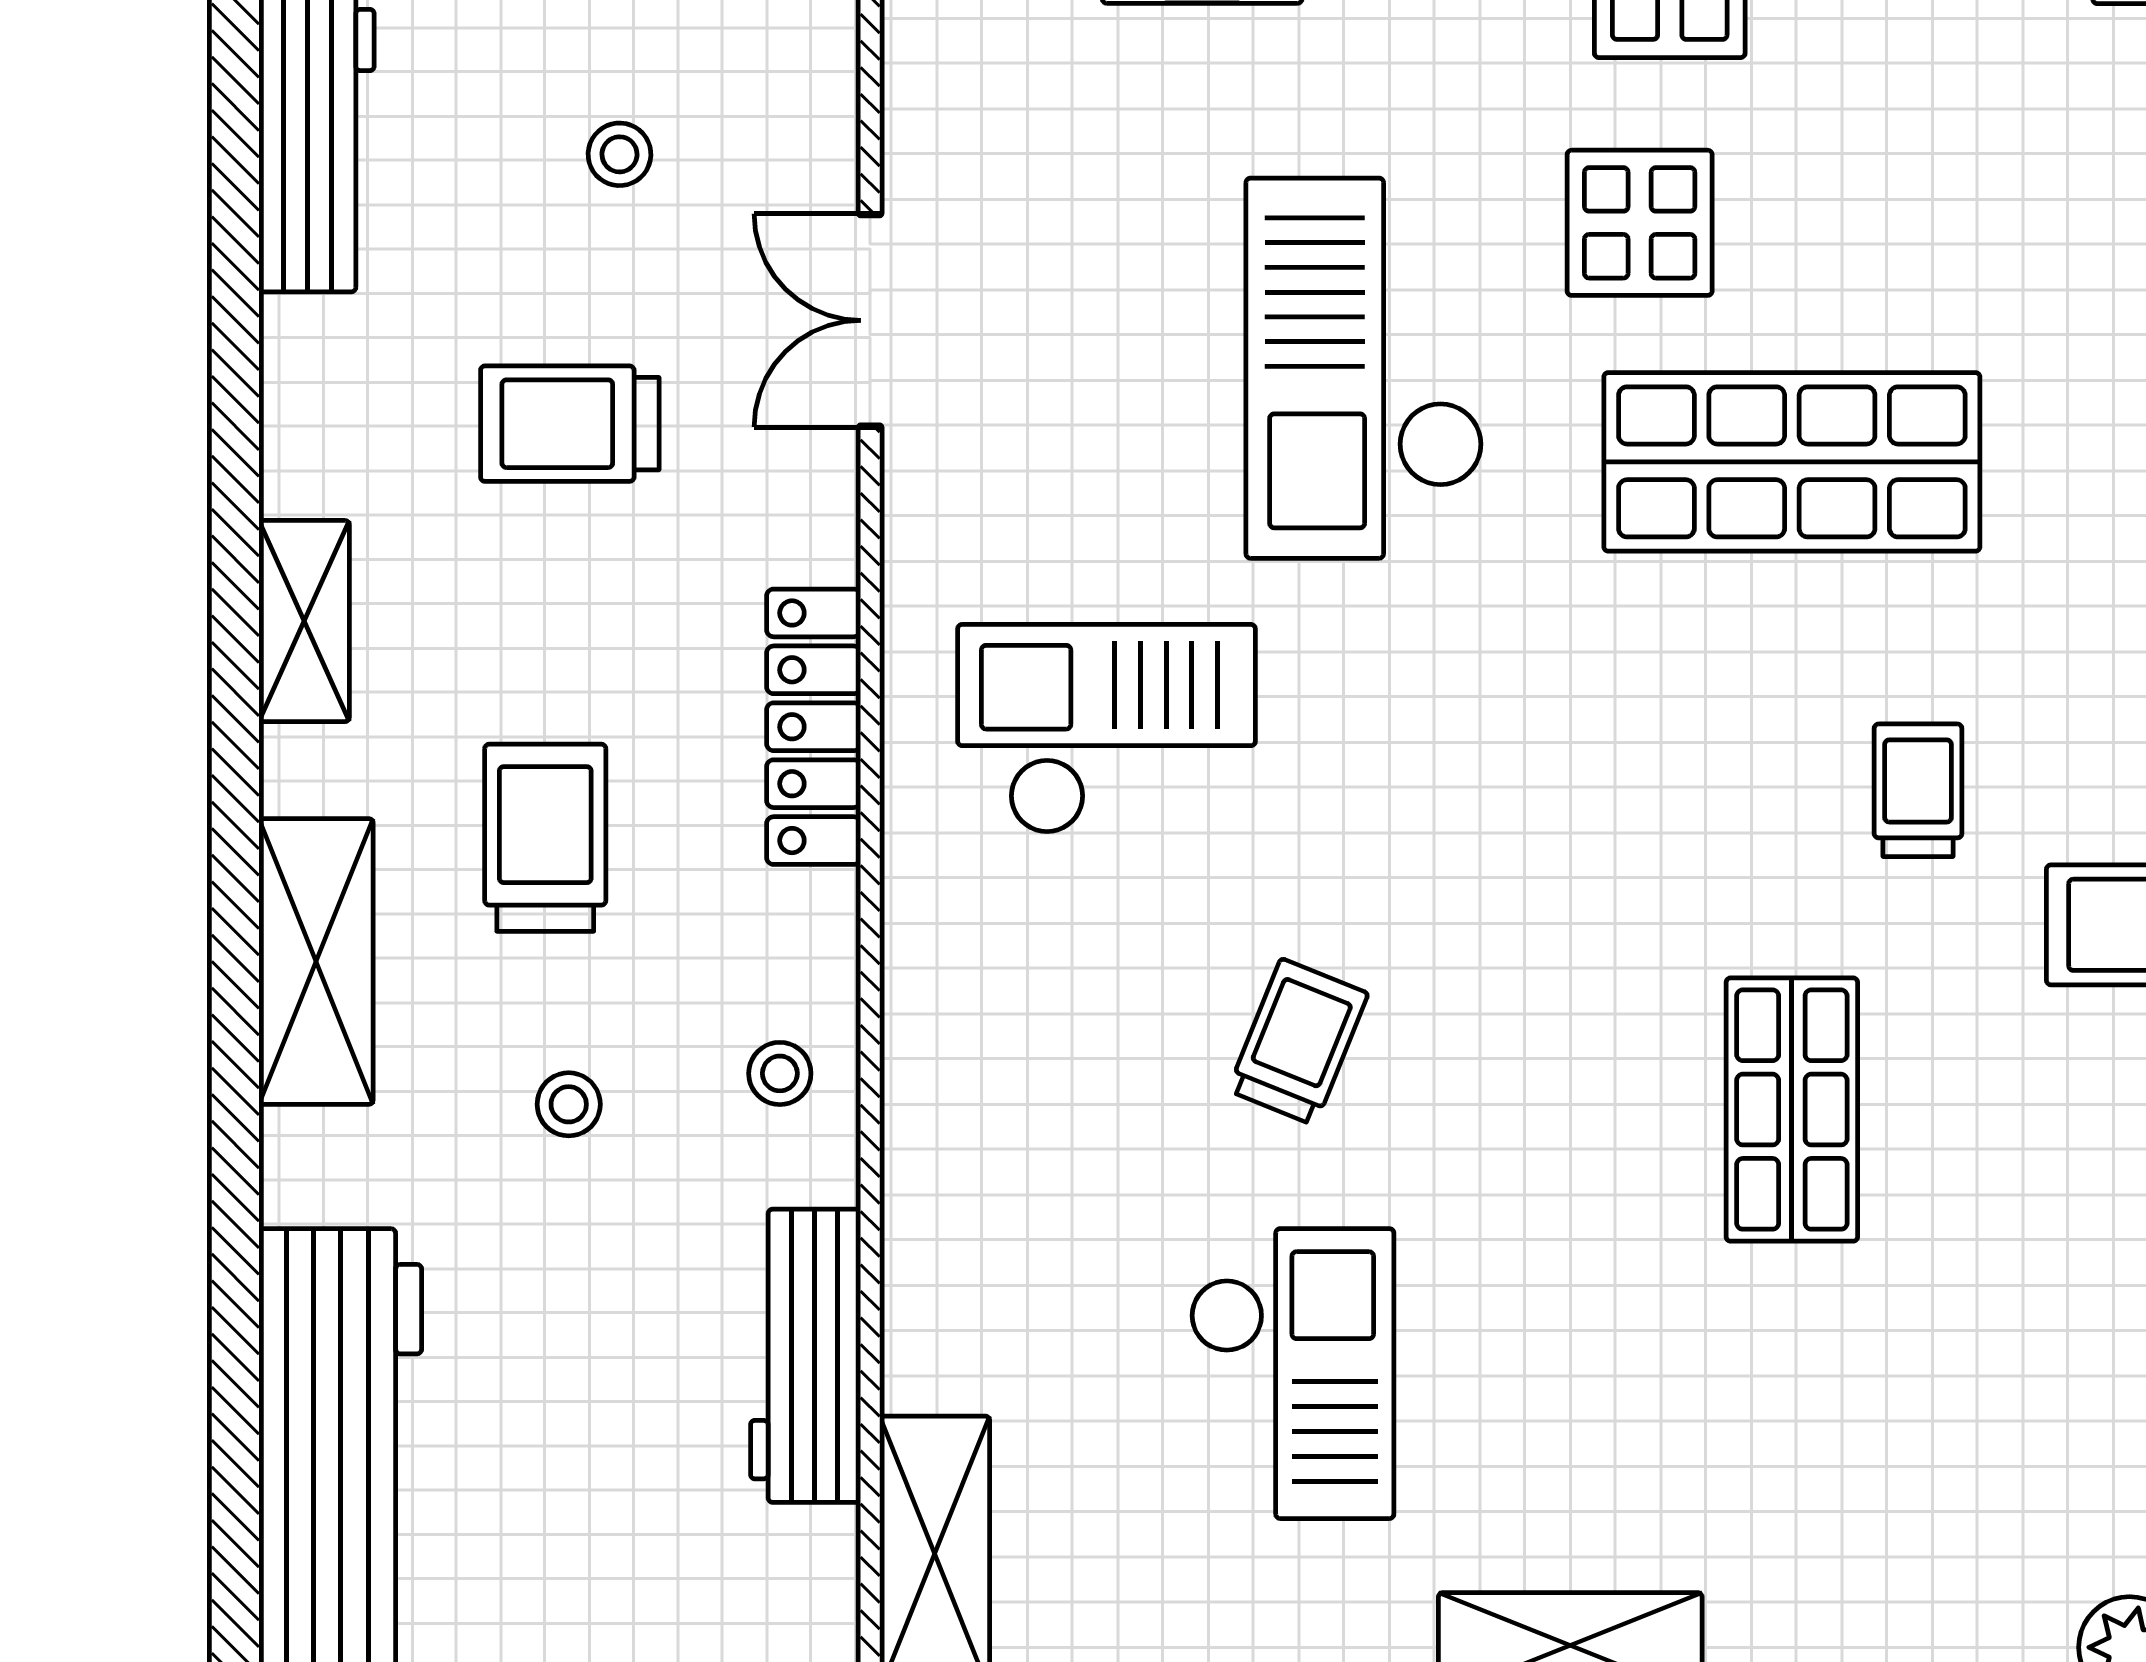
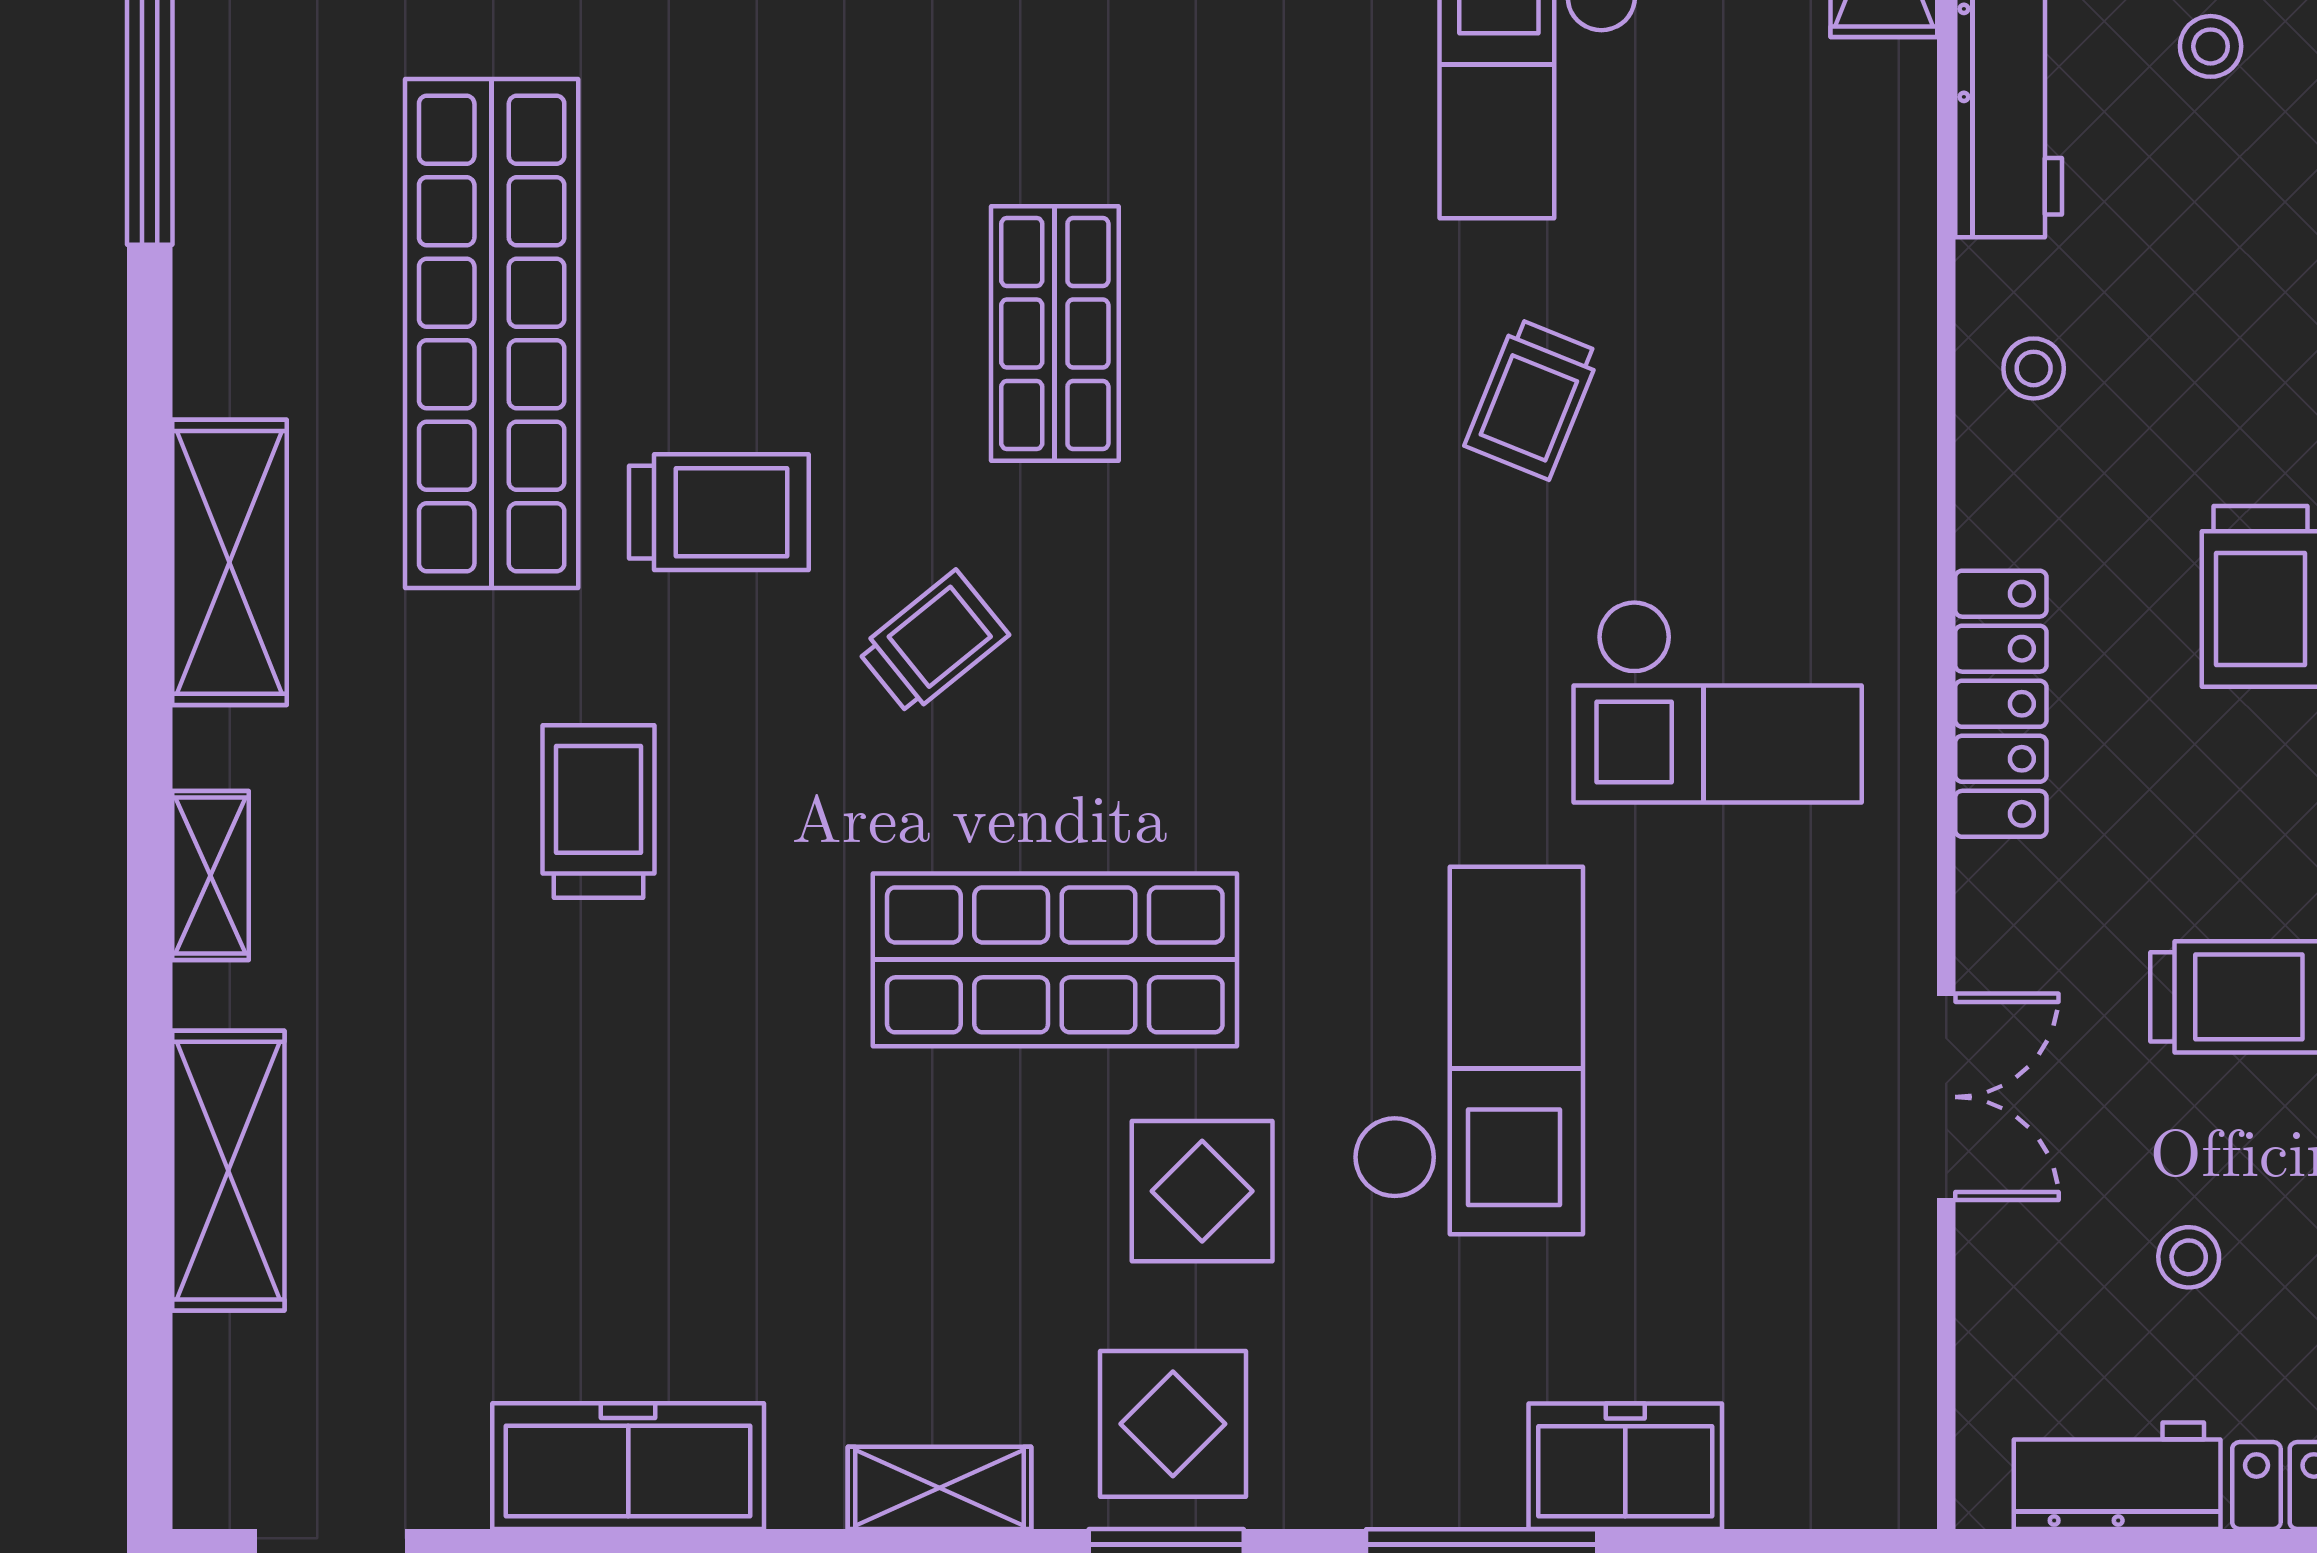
trolley: (1918, 790) -> (933, 642), turned -129
stool: (569, 1104) -> (2211, 46), moved

